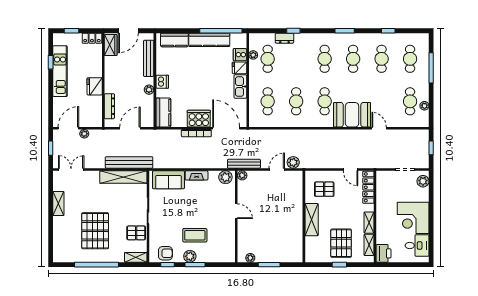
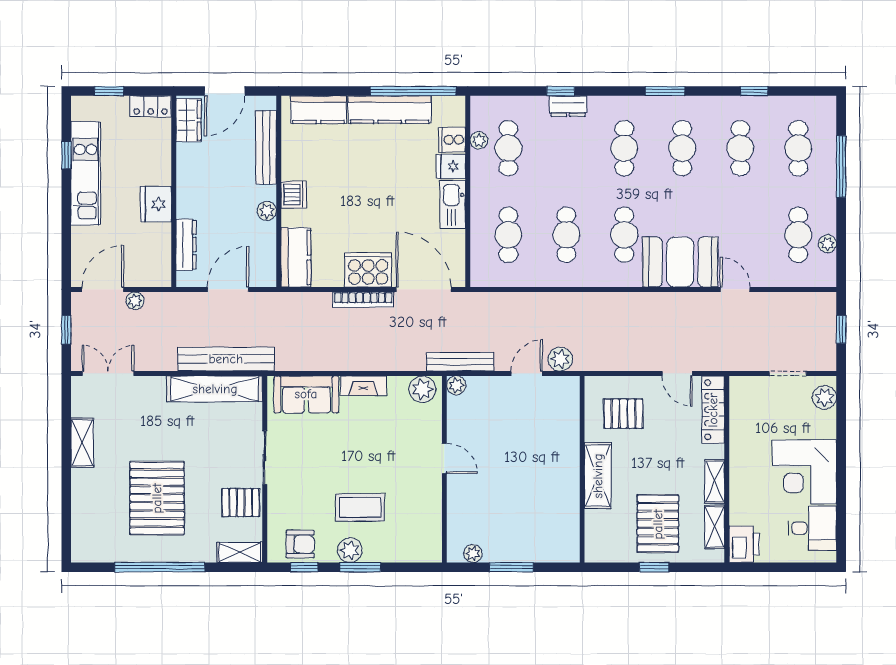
dresser: (284, 38) -> (568, 106), moved

